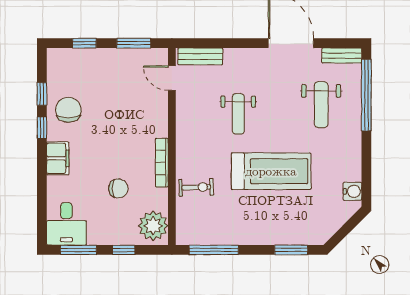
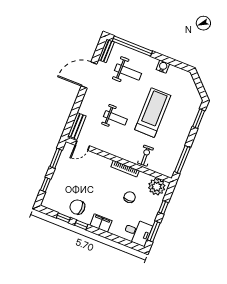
water cooler: (352, 191) -> (163, 67), moved

